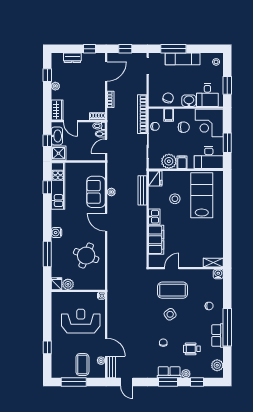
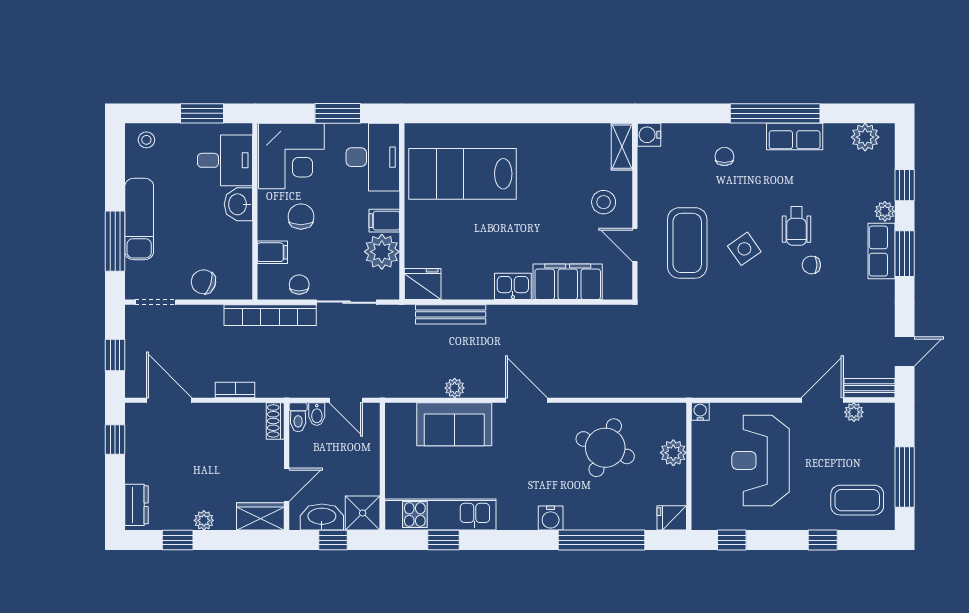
dresser: (72, 58) -> (137, 505), moved
chair: (168, 98) -> (203, 282), moved
stool: (175, 199) -> (604, 202), moved
door: (106, 222) -> (526, 400), swing flipped
window: (47, 254) -> (602, 540), width x1.46
plant: (68, 284) -> (673, 453), moved
window: (47, 309) -> (732, 540), added
wheelchair: (192, 349) -> (796, 226), moved
coffee table: (82, 365) -> (857, 500), moved

